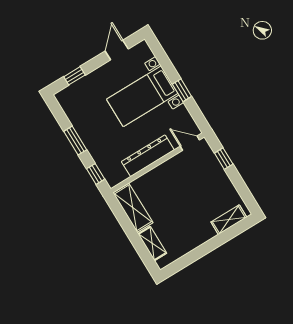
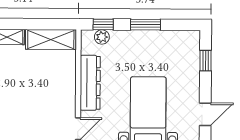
door: (117, 50) -> (205, 114), hinge flipped
plant: (106, 169) -> (102, 37), added

